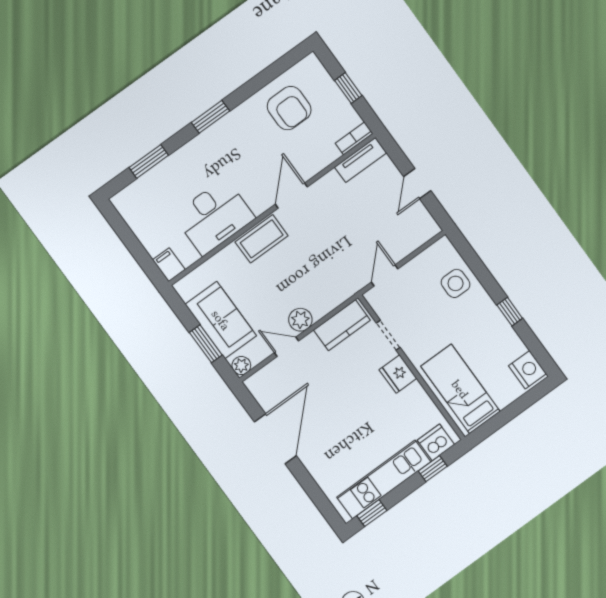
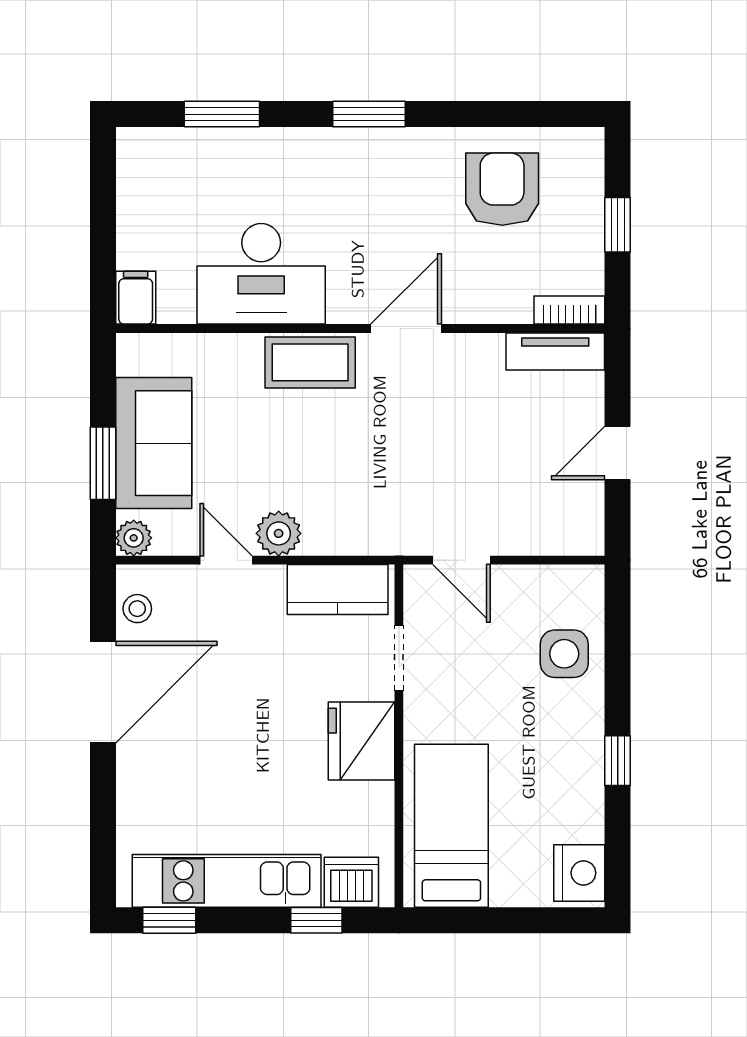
armchair: (289, 108) -> (502, 189), turned 180
door: (385, 275) -> (461, 560), swing flipped
fridge: (398, 374) -> (361, 741), width x1.36, depth x1.34
stool: (264, 394) -> (137, 609), added

